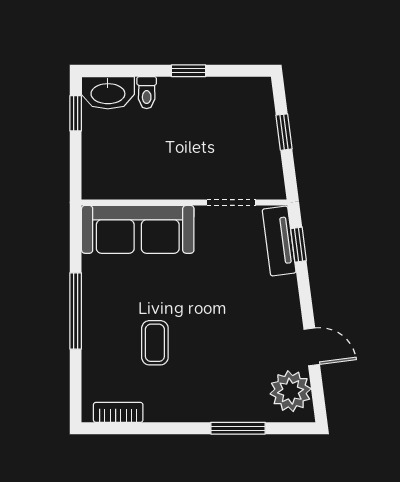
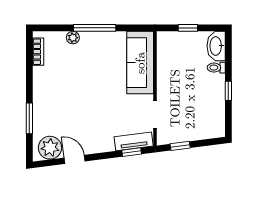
window: (76, 113) -> (188, 28), moved
window: (284, 132) -> (180, 146), moved
coffee table: (155, 343) -> (77, 72), removed
door: (312, 347) -> (75, 159), swing flipped
plant: (93, 350) -> (73, 38), added

